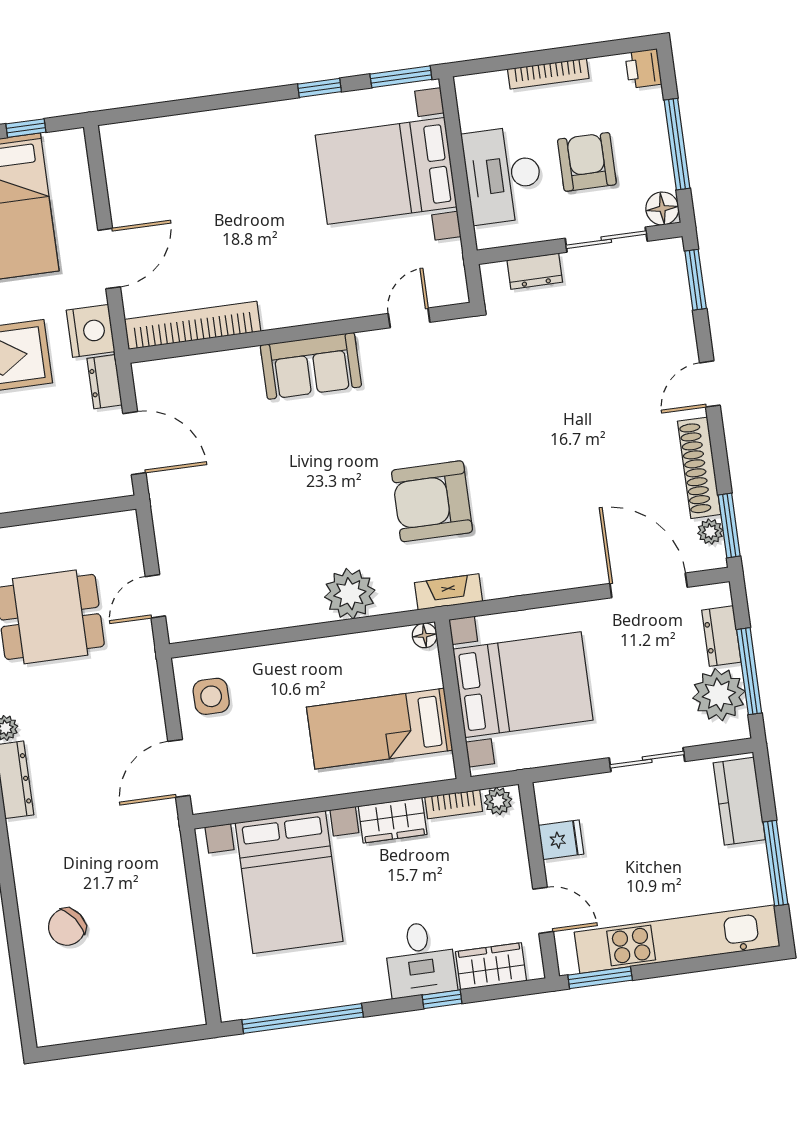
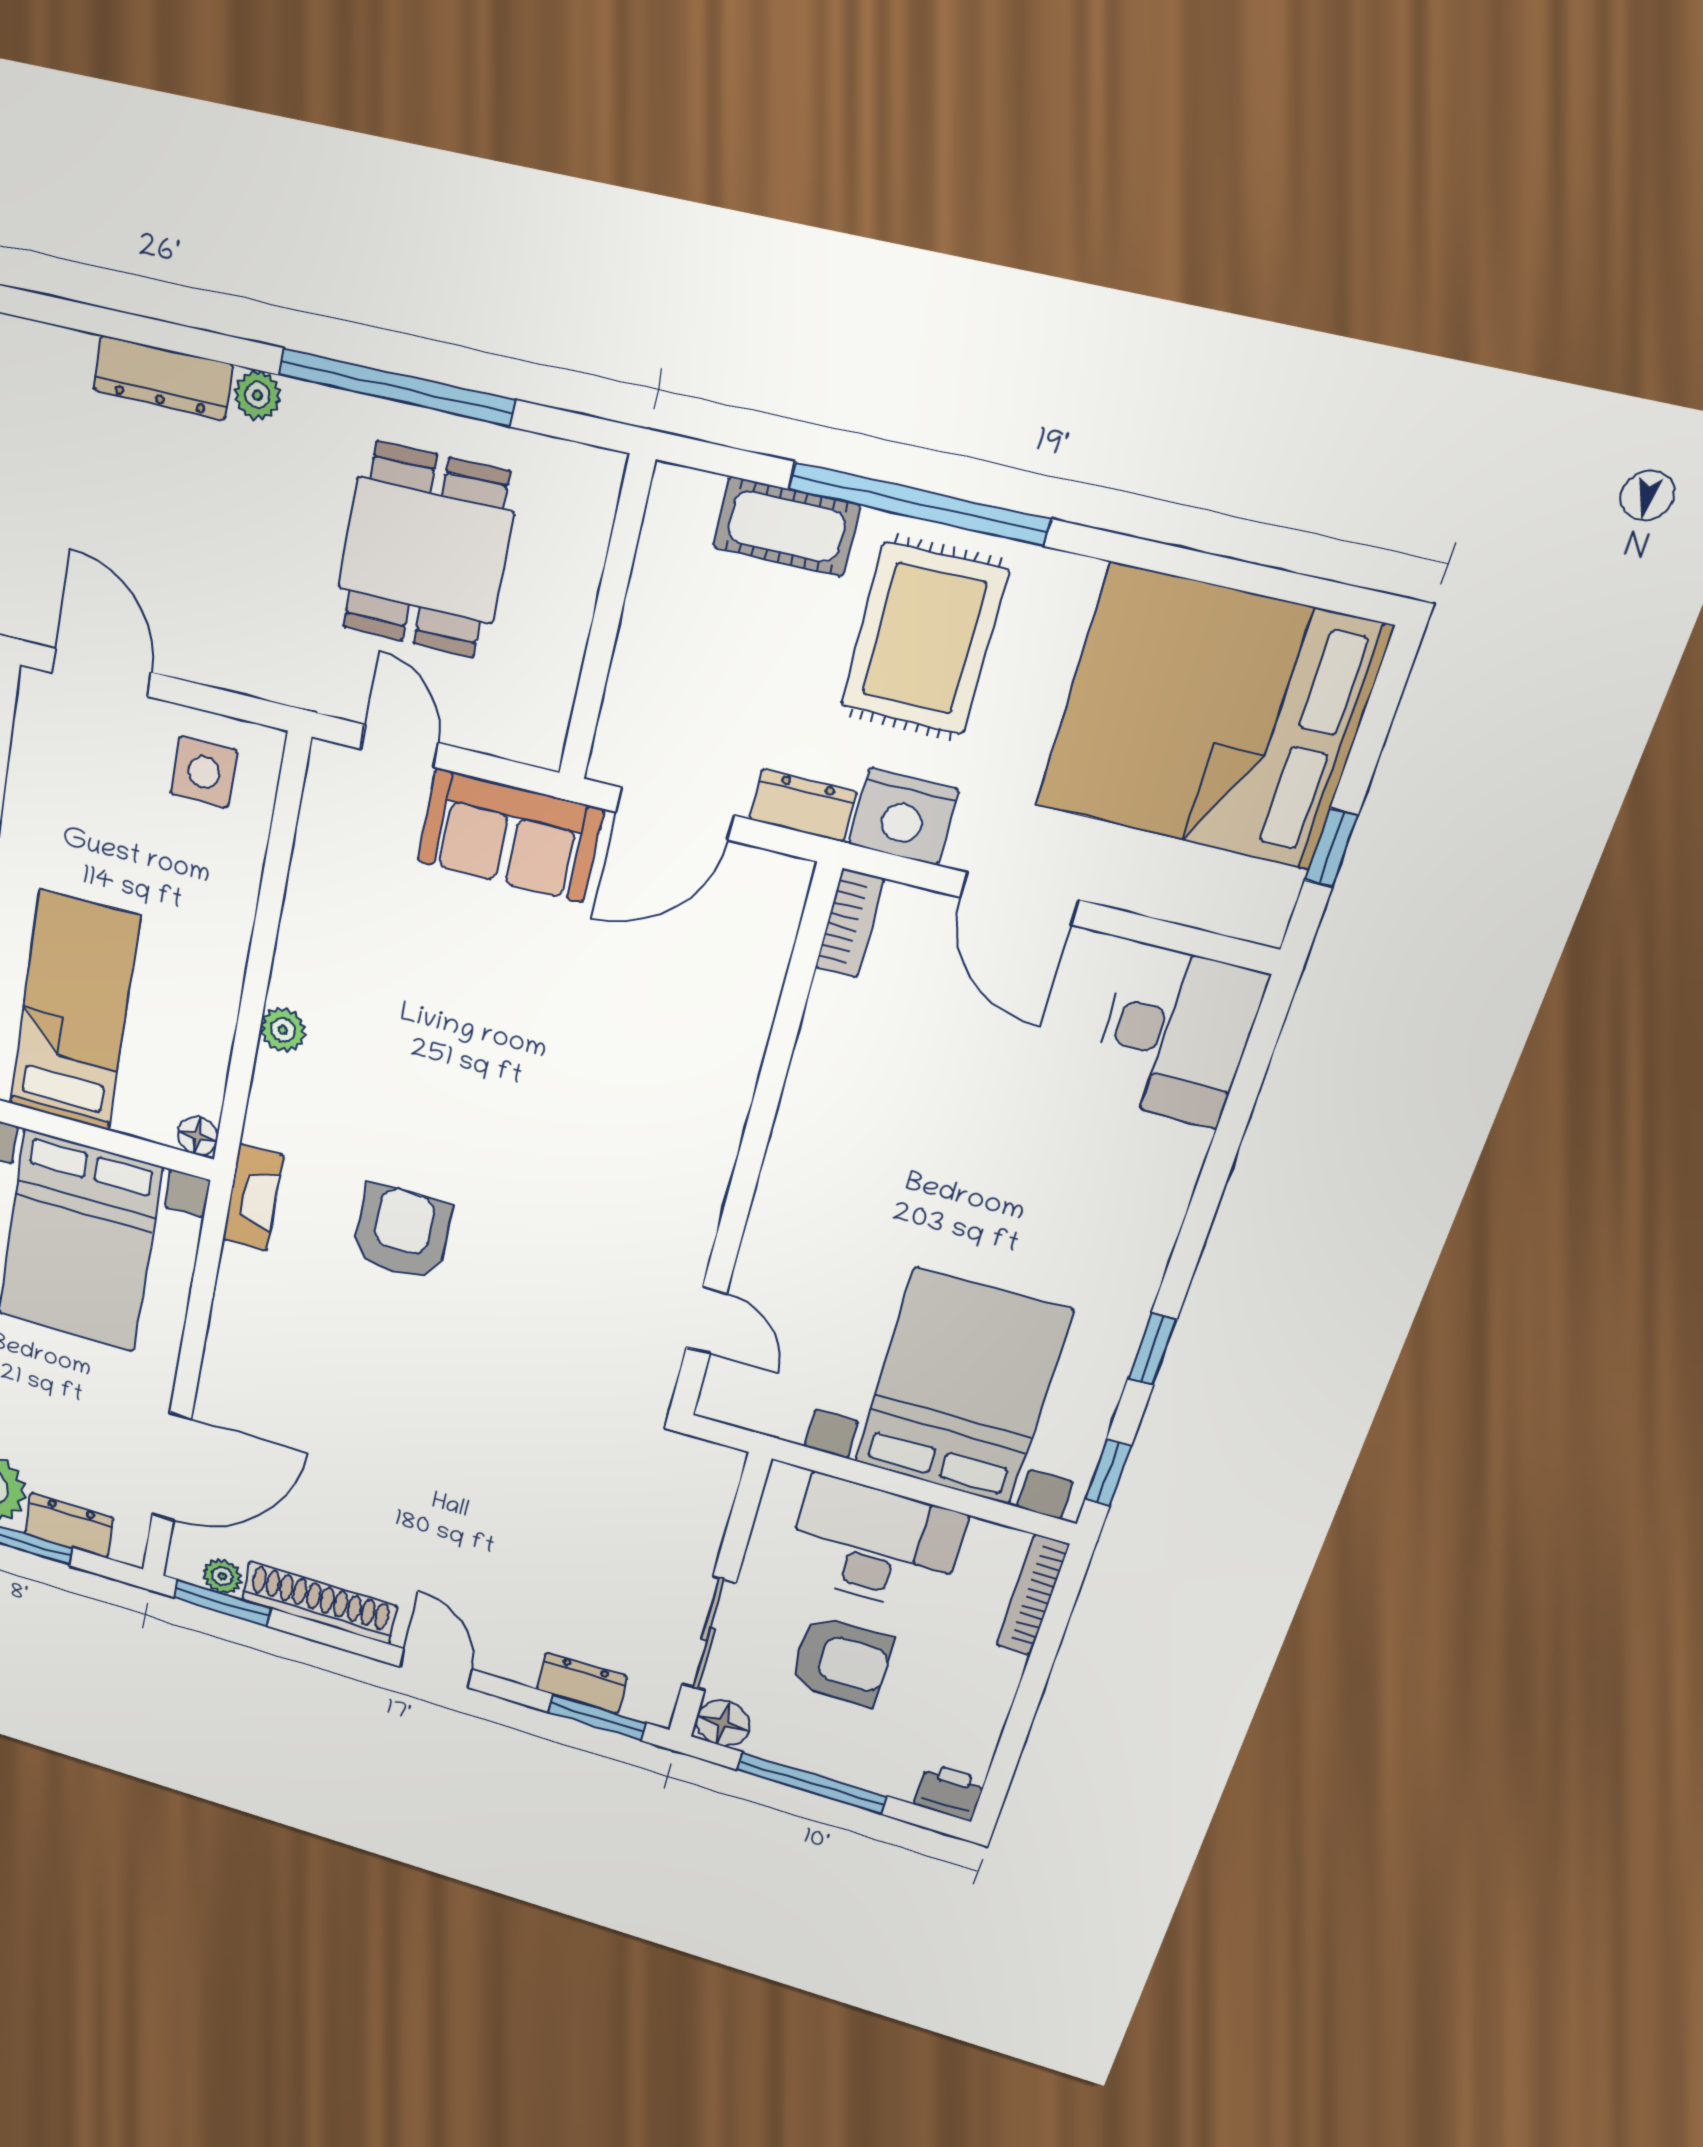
bookcase: (548, 74) -> (1033, 1595), moved
window: (401, 77) -> (1108, 1473), width x0.67
desk: (147, 154) -> (1176, 1036), added
dresser: (535, 271) -> (582, 1683), moved, turned 90
bookcase: (193, 325) -> (850, 923), width x0.43, depth x0.76
sofa: (311, 366) -> (510, 835), moved, turned -90
armchair: (432, 501) -> (402, 1232), width x0.73, depth x0.73
plant: (350, 594) -> (283, 1030), width x0.53, depth x0.53

